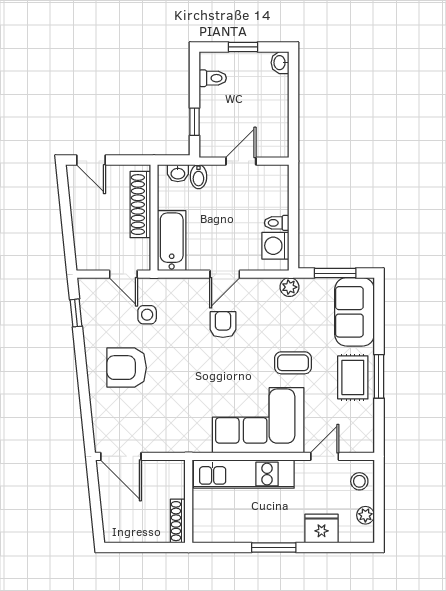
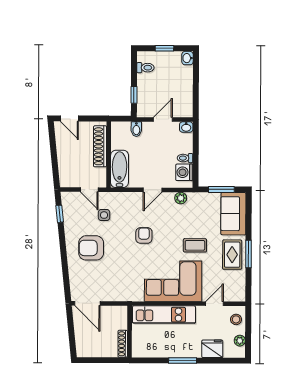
washbasin: (178, 173) -> (186, 127), moved
plant: (289, 287) -> (181, 198), moved
armchair: (223, 325) -> (144, 235), moved

